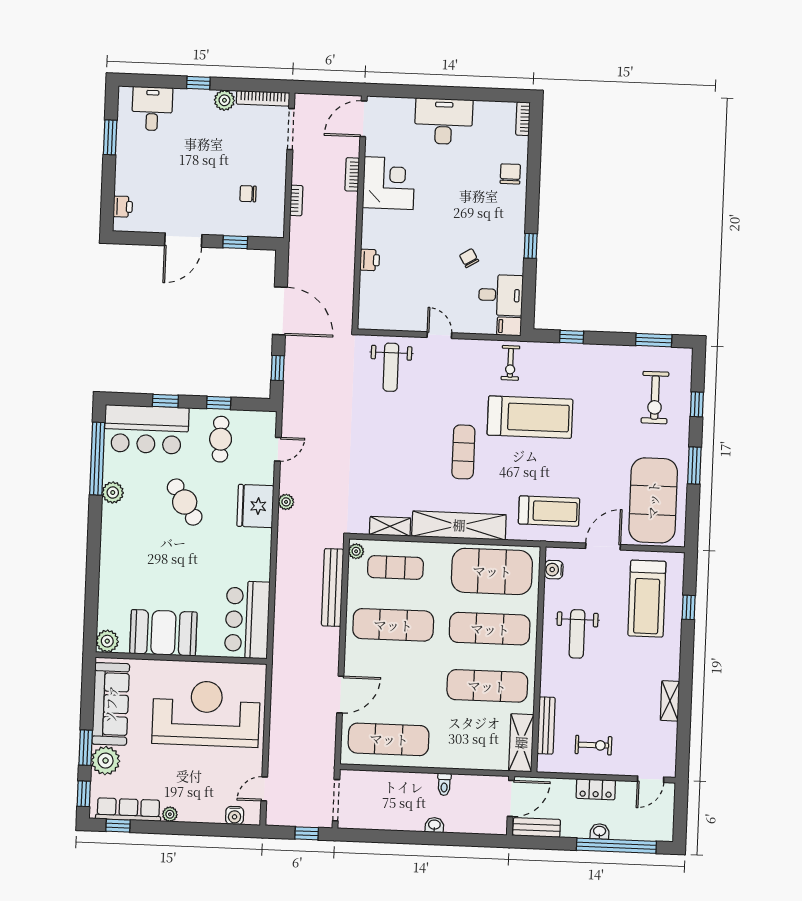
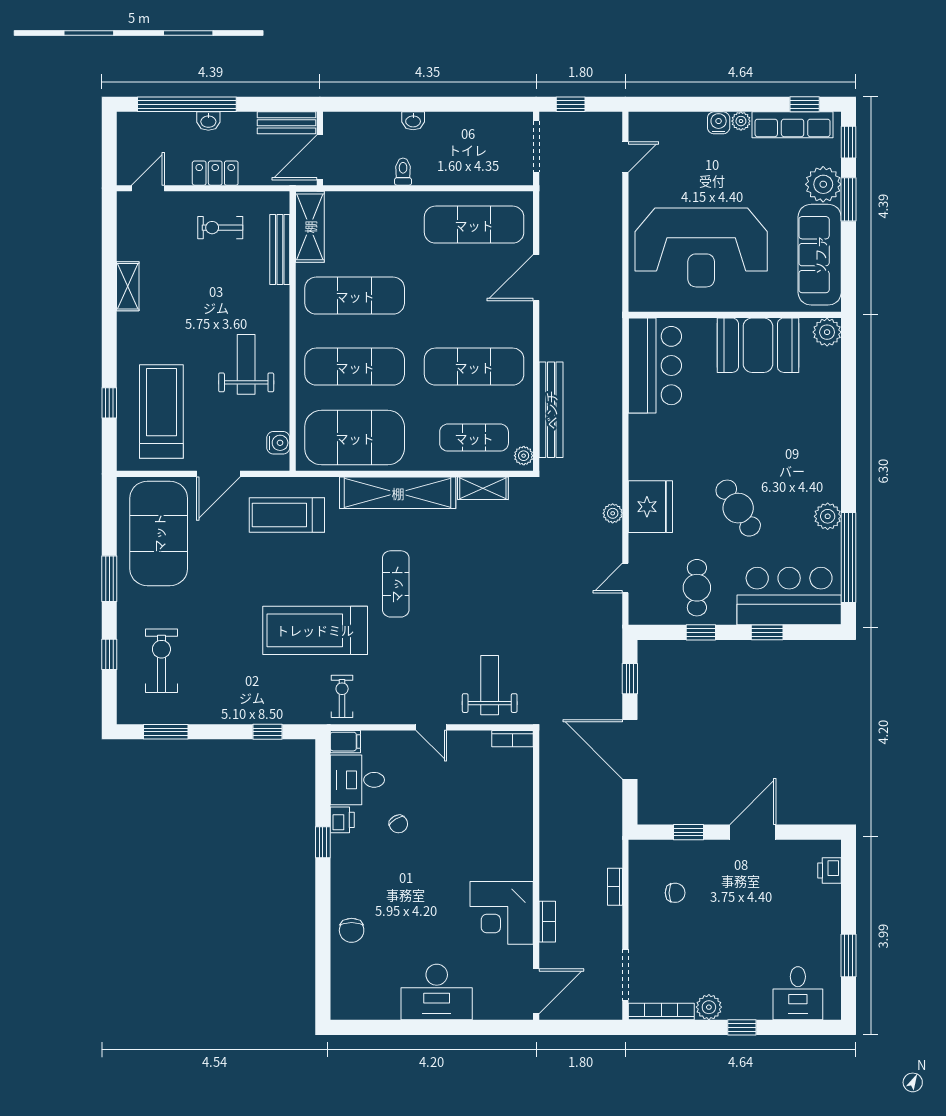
bookcase: (523, 119) -> (512, 739), moved, turned 90
printer: (370, 260) -> (342, 820), moved, turned 180
water cooler: (235, 815) -> (719, 123), moved

